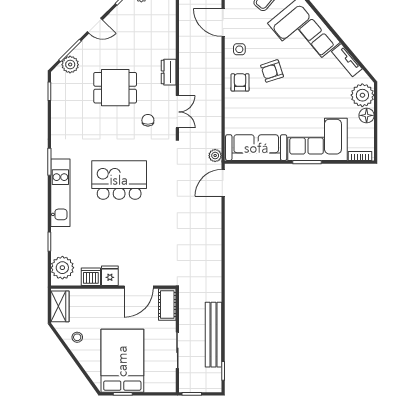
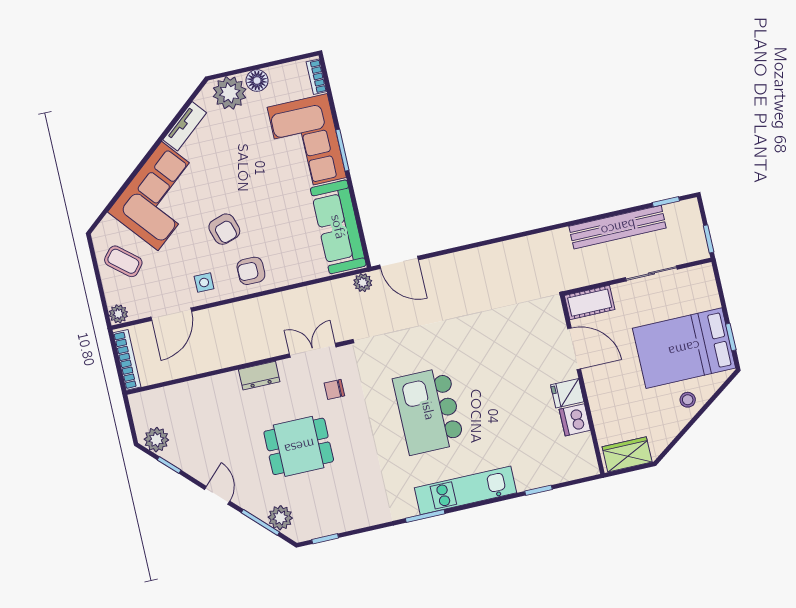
dining table: (115, 88) -> (299, 446), turned 90
plant: (62, 268) -> (571, 463), removed
stool: (77, 337) -> (688, 400), moved

